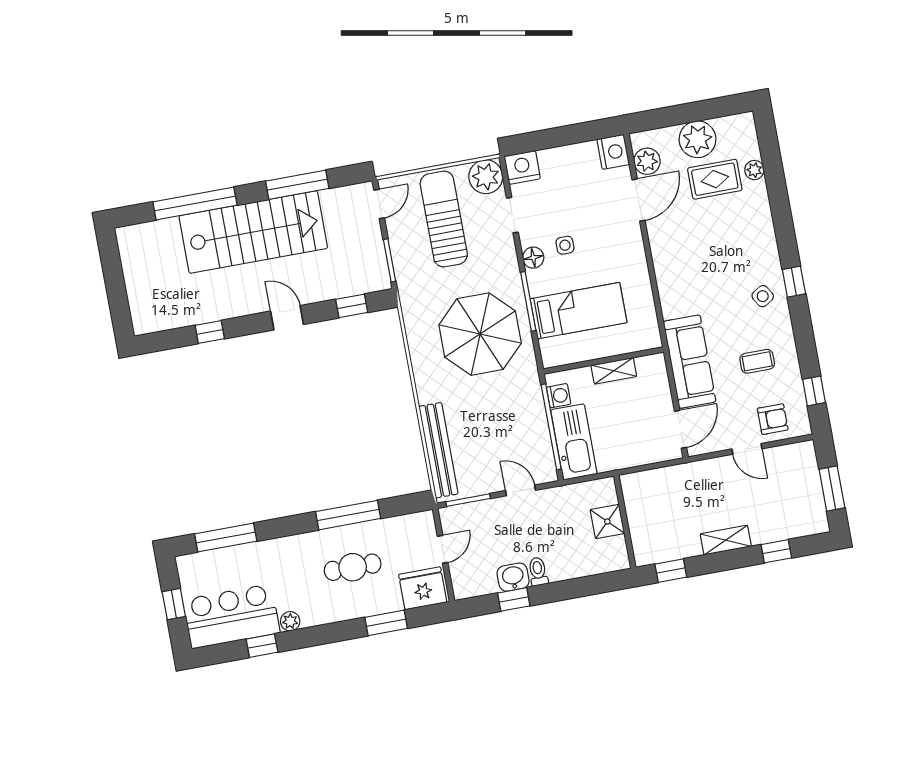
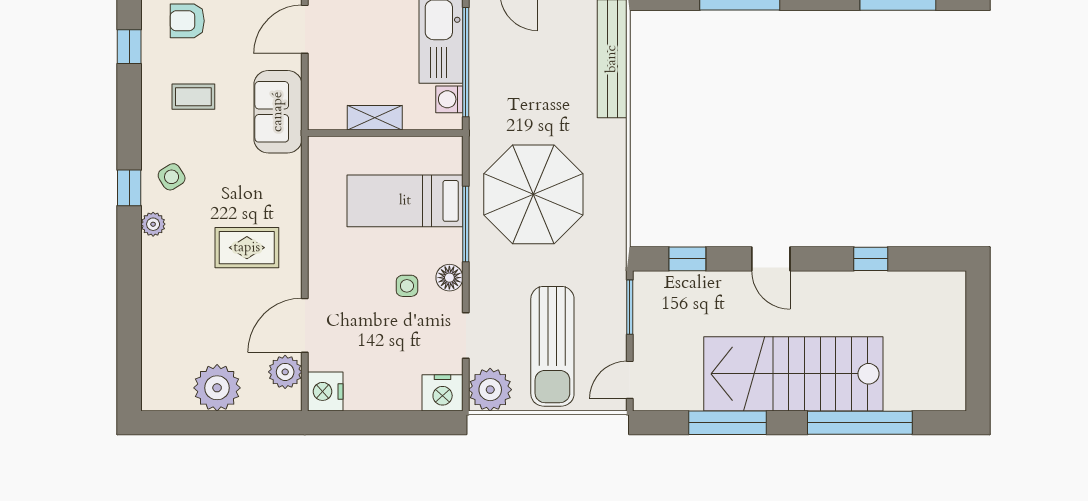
plant: (754, 170) -> (153, 224), moved
rug: (715, 179) -> (247, 248), moved
sofa: (690, 362) -> (278, 112), width x0.73

